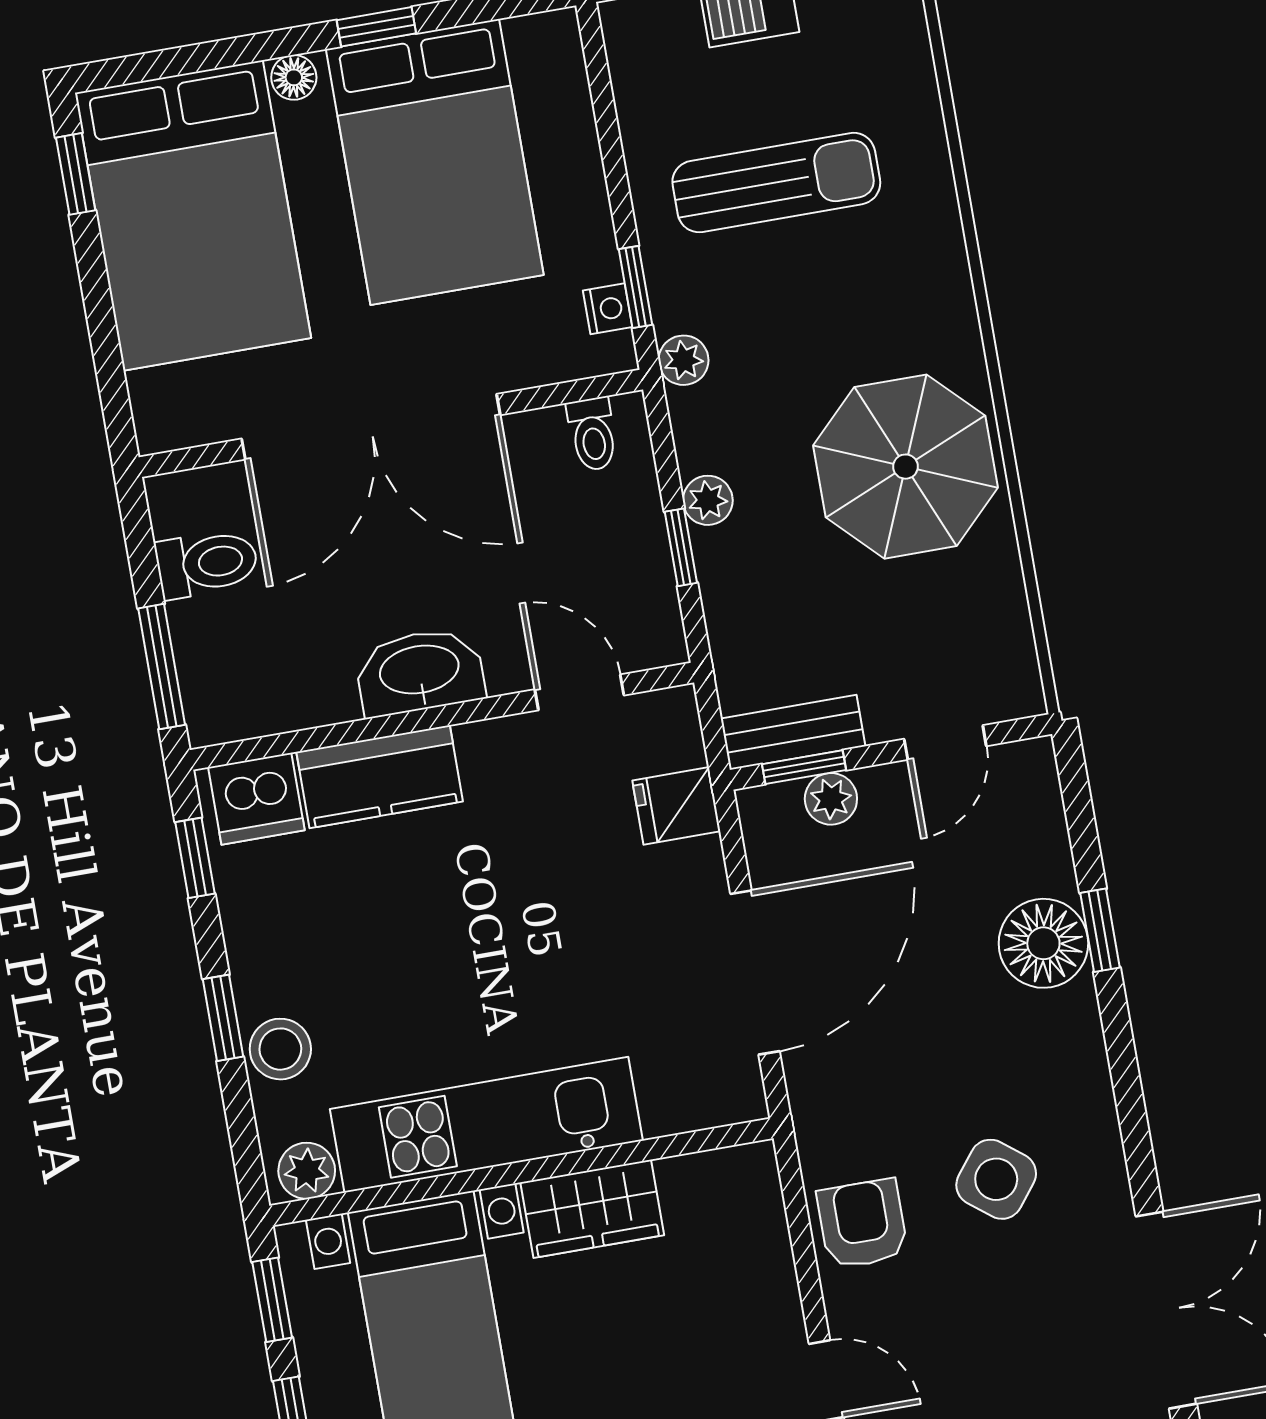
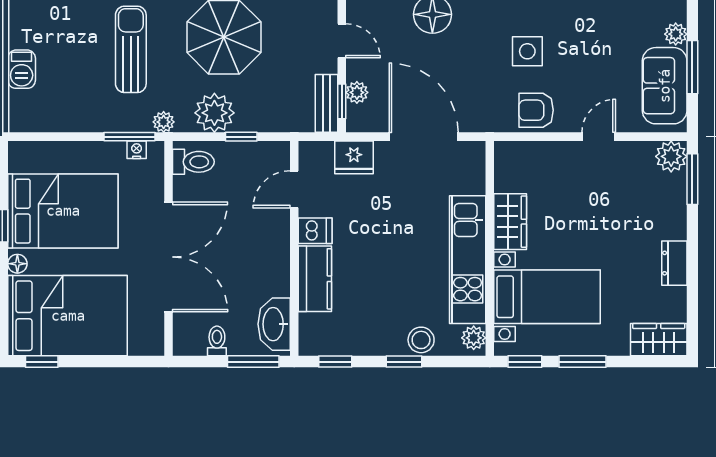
sun lounger: (776, 183) -> (131, 49), moved
window: (635, 287) -> (130, 137), width x1.50
toilet: (593, 434) -> (193, 162), width x1.37, depth x1.39
plant: (708, 500) -> (214, 113), width x1.88, depth x1.88
toilet: (207, 563) -> (217, 341), width x0.73, depth x0.72
washbasin: (420, 672) -> (274, 324), moved
dishwasher: (256, 799) -> (315, 231), moved, width x0.73
fridge: (676, 806) -> (354, 157), width x1.38
side table: (996, 1179) -> (527, 51), turned -38

